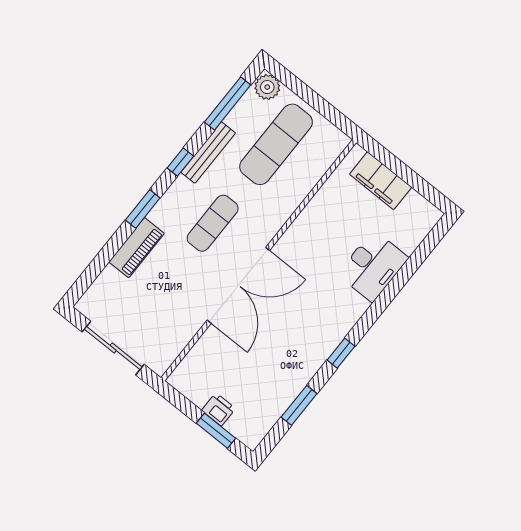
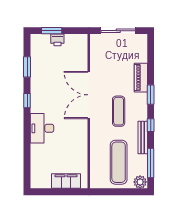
desk: (373, 266) -> (42, 128), moved

